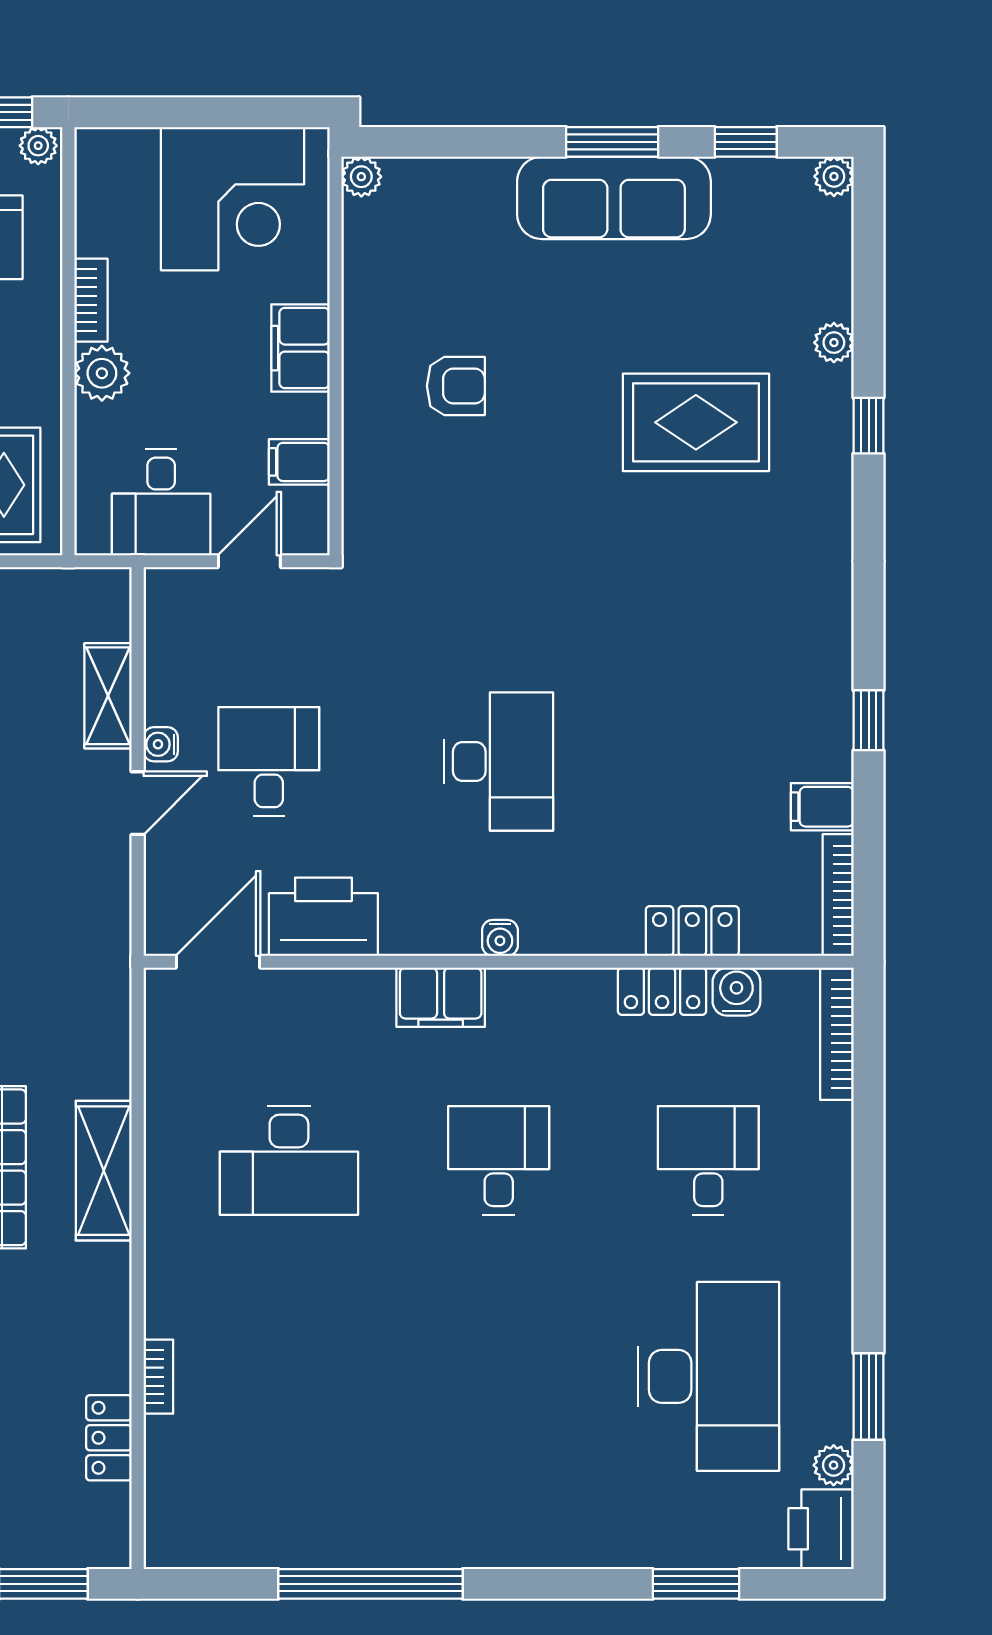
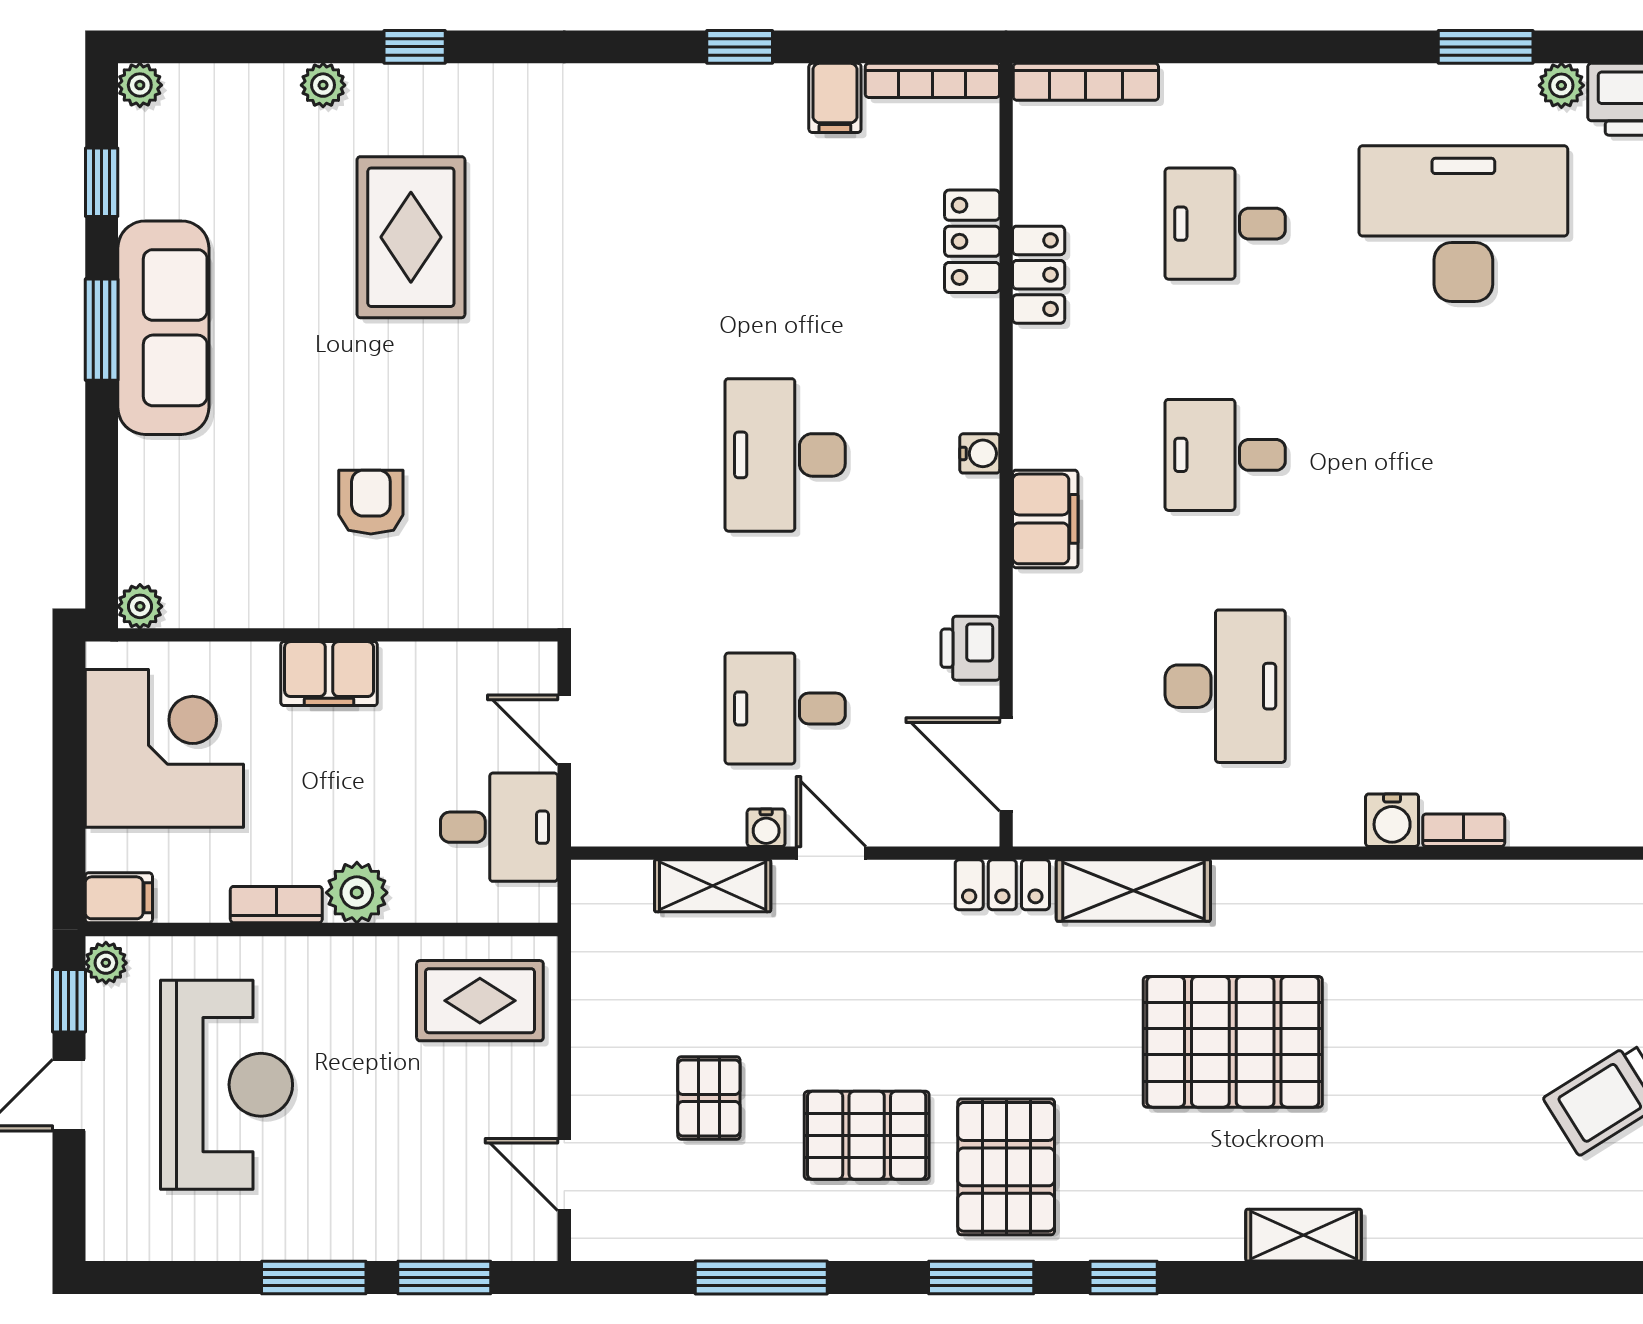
filing cabinet: (299, 462) -> (119, 898), moved, turned -90
desk: (499, 761) -> (785, 455), turned -90
printer: (323, 917) -> (970, 648), width x0.53, depth x0.68
water cooler: (736, 992) -> (1392, 820), moved, turned -90
shelving: (104, 1171) -> (1133, 890), moved
locker: (109, 1438) -> (1002, 885), moved

